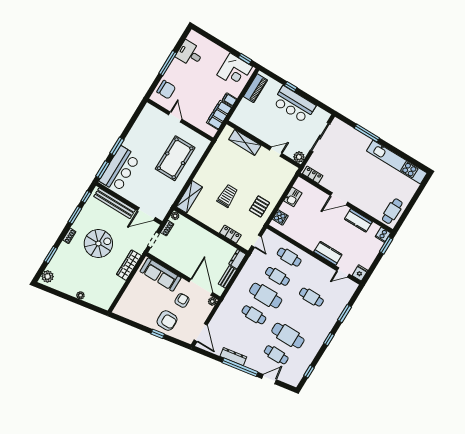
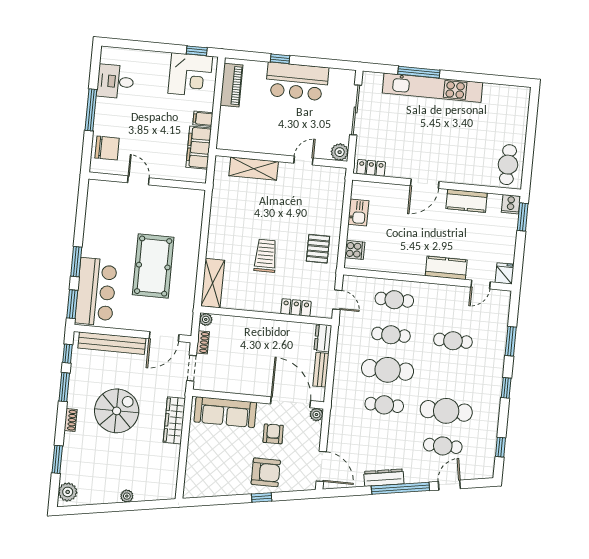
pool table: (175, 158) -> (153, 266), moved
kitchen unit: (397, 162) -> (432, 88), moved

